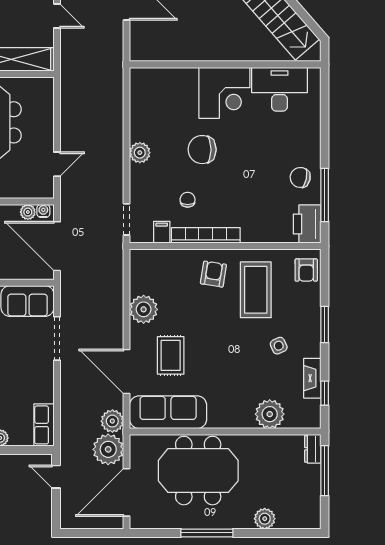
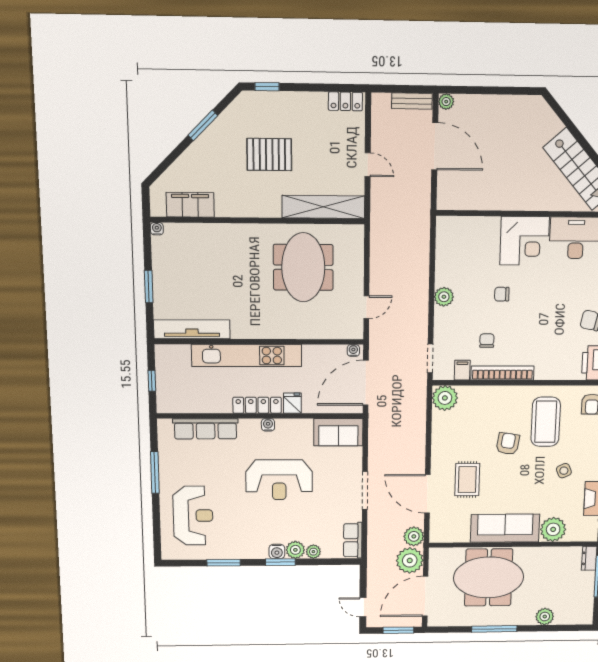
chair: (202, 150) -> (502, 294), width x0.54, depth x0.54
plant: (28, 212) -> (339, 352), removed
door: (57, 246) -> (366, 383), hinge flipped
armchair: (213, 274) -> (508, 444), moved
plant: (144, 309) -> (445, 398), moved
doorway: (57, 338) -> (365, 491), moved
sofa: (168, 412) -> (505, 528), moved
door: (56, 477) -> (363, 607), moved
window: (97, 533) -> (398, 630), added

